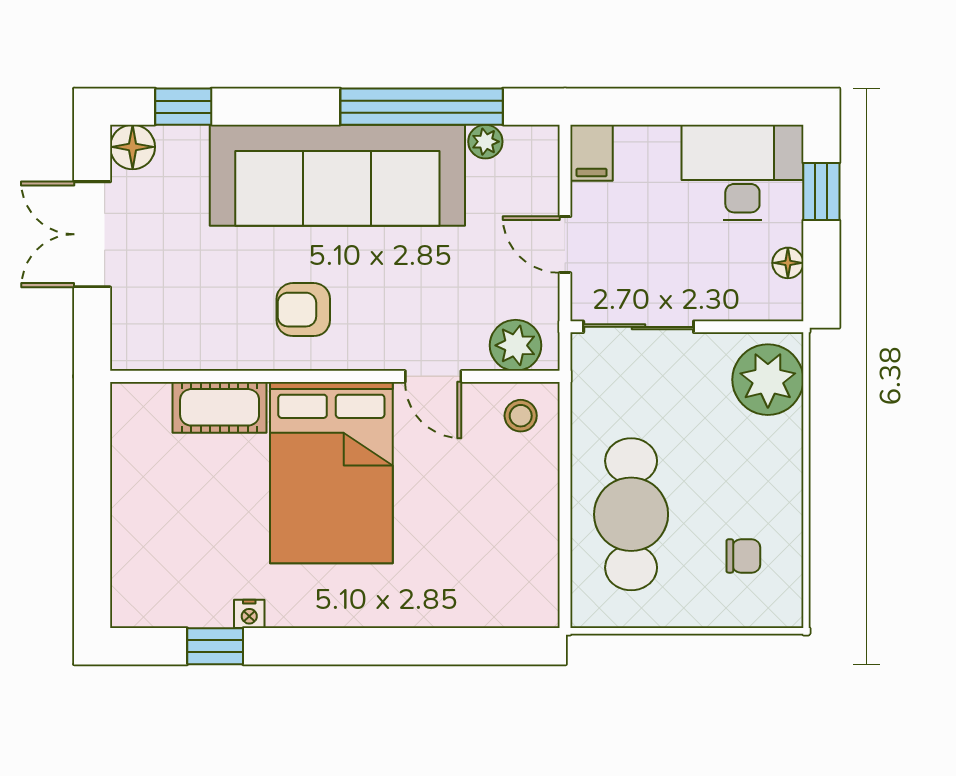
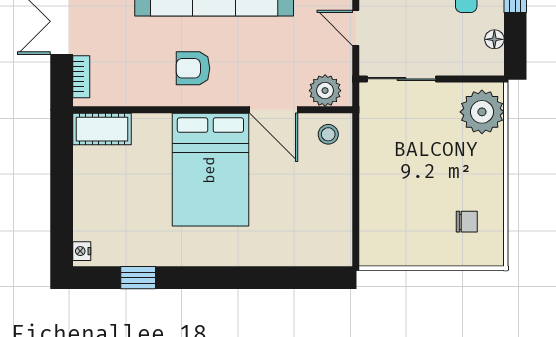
bookcase: (124, 323) -> (81, 77), added
door: (433, 376) -> (274, 110), width x1.37
cot: (220, 407) -> (102, 129), moved
cafe table: (631, 514) -> (397, 196), removed
nightstand: (249, 614) -> (82, 251), moved, turned 90

